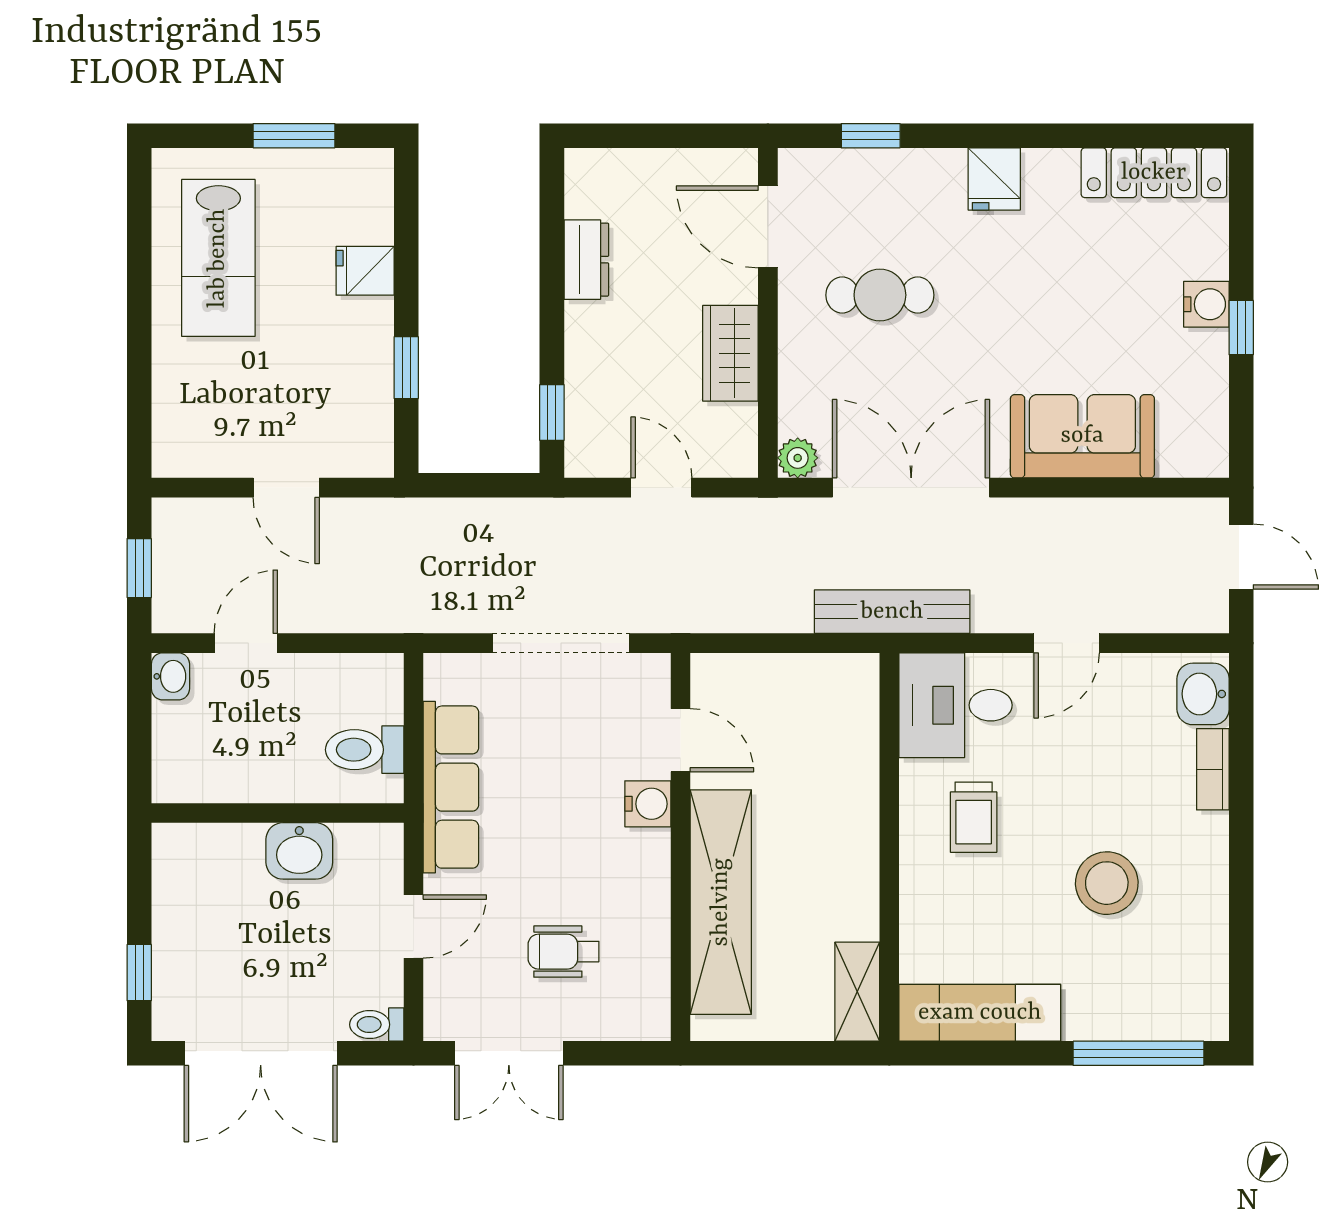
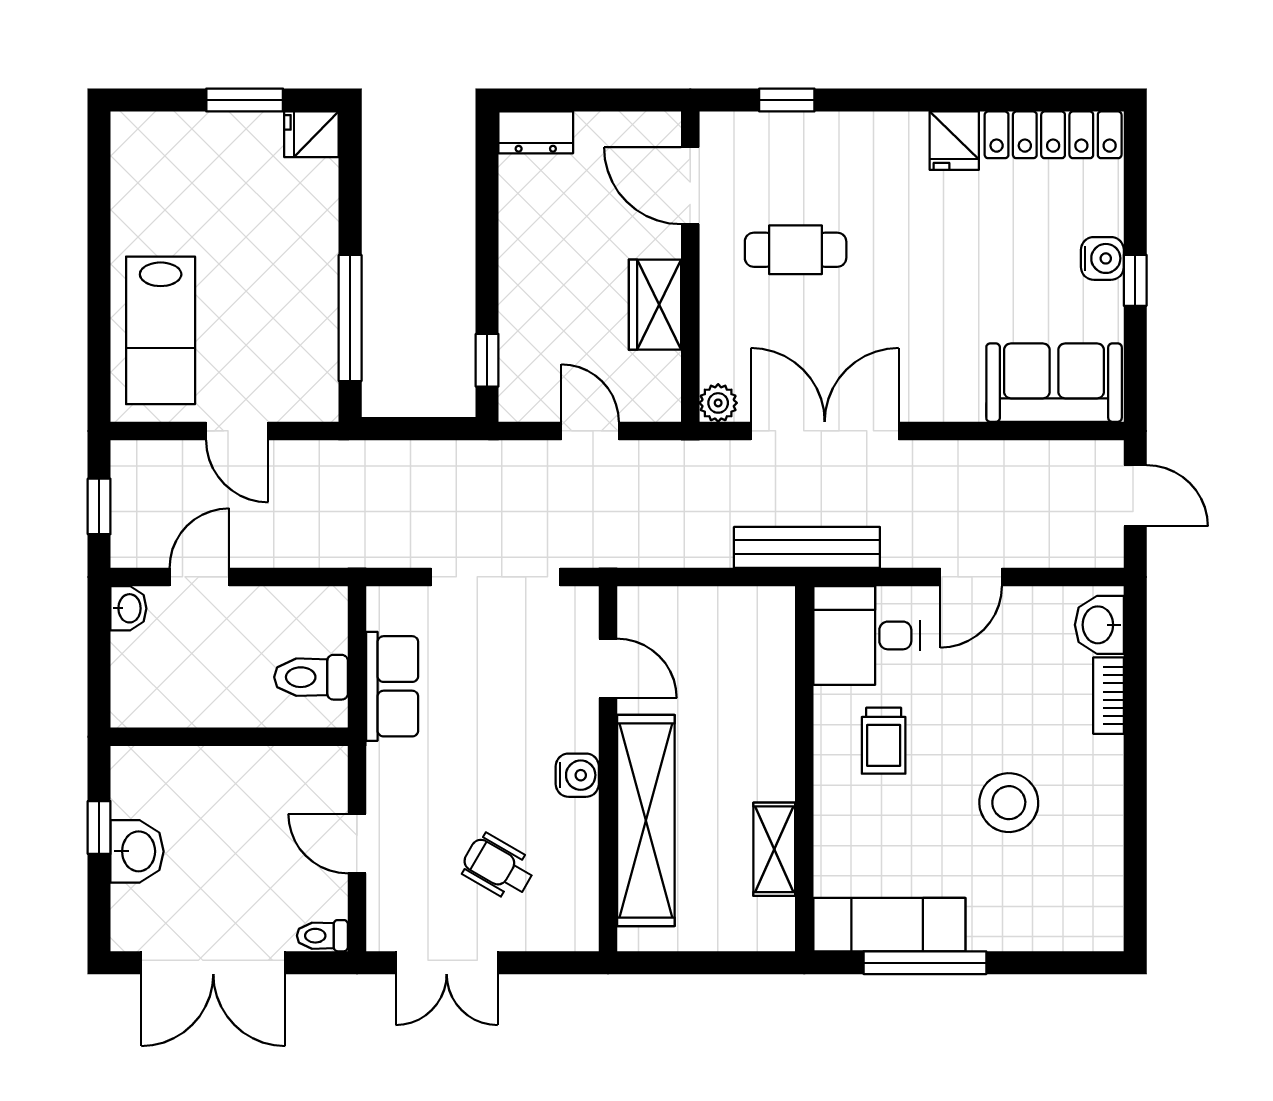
fridge: (994, 179) -> (954, 141), moved
lab bench: (218, 258) -> (161, 330), moved
dresser: (586, 260) -> (536, 132), moved, turned 90
fridge: (365, 271) -> (311, 134), moved
window: (406, 368) -> (350, 318), width x2.17
sofa: (1082, 436) -> (1054, 383), moved
row of seats: (451, 787) -> (392, 686), width x0.68
water cooler: (648, 804) -> (577, 775), moved
washbasin: (299, 851) -> (137, 851), moved, turned -90
door: (414, 927) -> (357, 844), swing flipped
wheelchair: (564, 952) -> (498, 867), turned 30
window: (139, 973) -> (99, 828), moved
shelving: (857, 992) -> (774, 849), moved
window: (1139, 1053) -> (925, 963), moved

